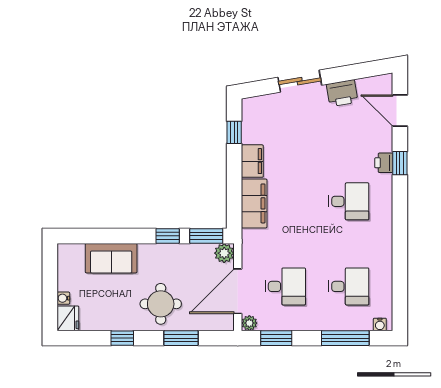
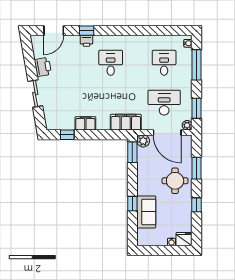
filing cabinet: (254, 203) -> (126, 122), moved
window: (168, 236) -> (132, 204), moved
desk: (285, 286) -> (164, 103), width x1.37

